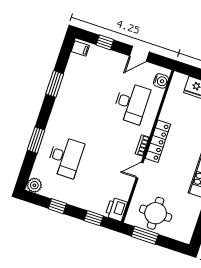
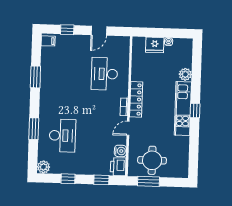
water cooler: (161, 81) -> (120, 151), moved
desk: (131, 103) -> (104, 74), turned 180

